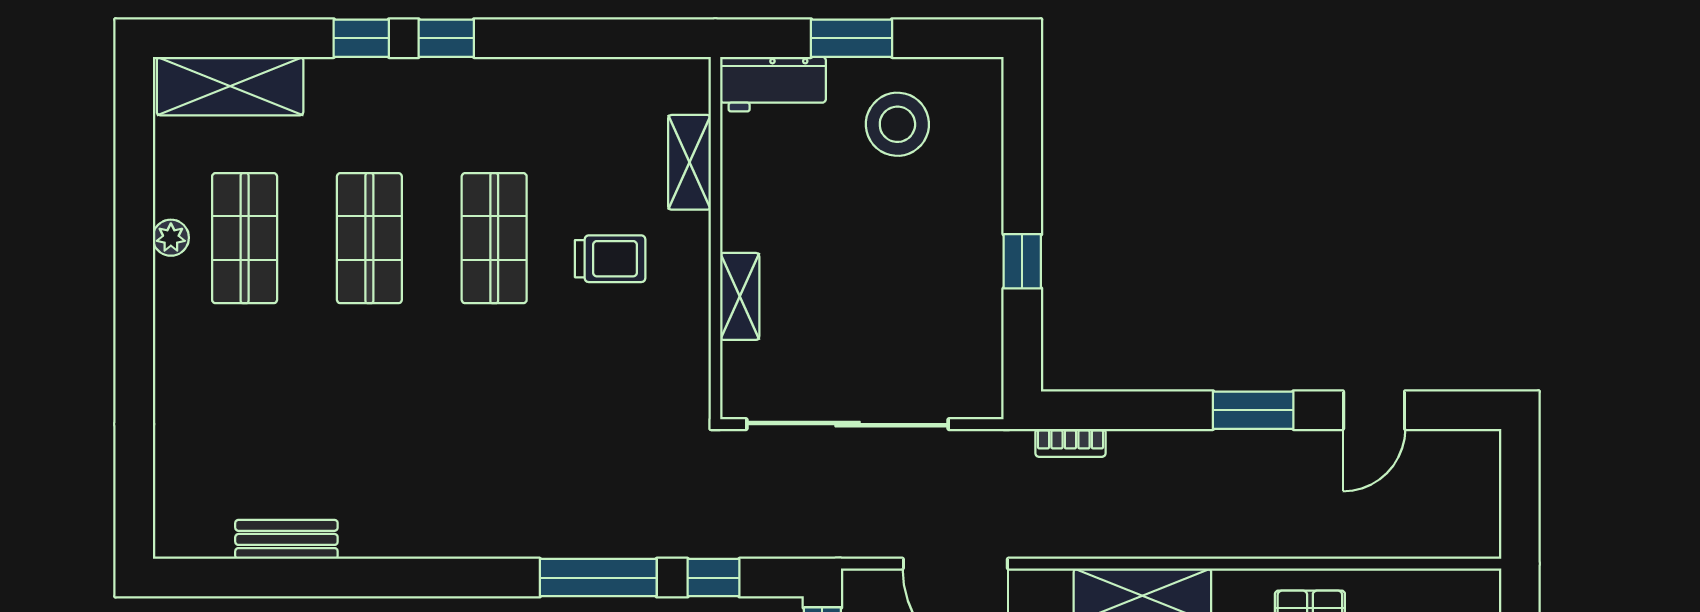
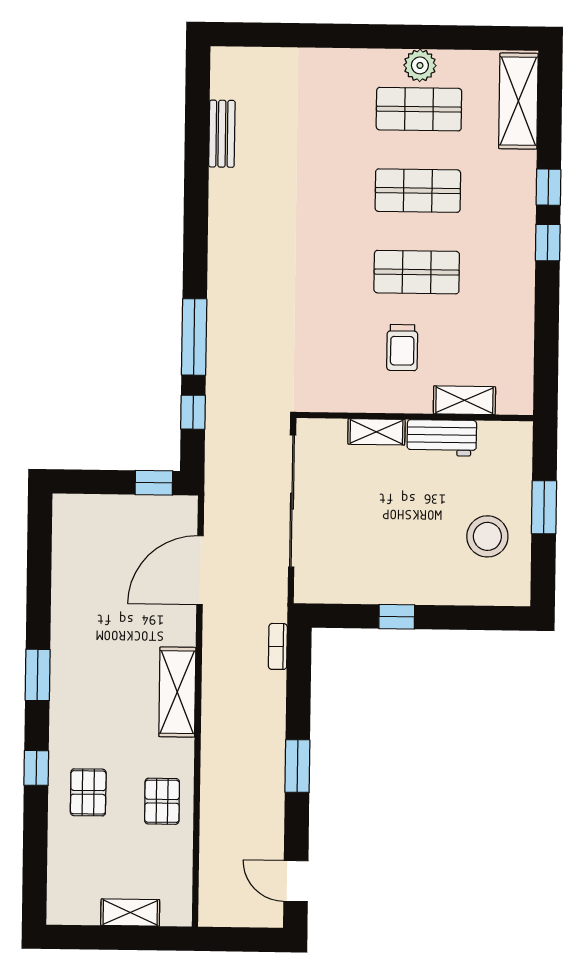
workbench: (773, 84) -> (442, 438), moved, turned -90
plant: (171, 238) -> (420, 65), width x1.38, depth x1.38
door: (1374, 410) -> (296, 881), moved

